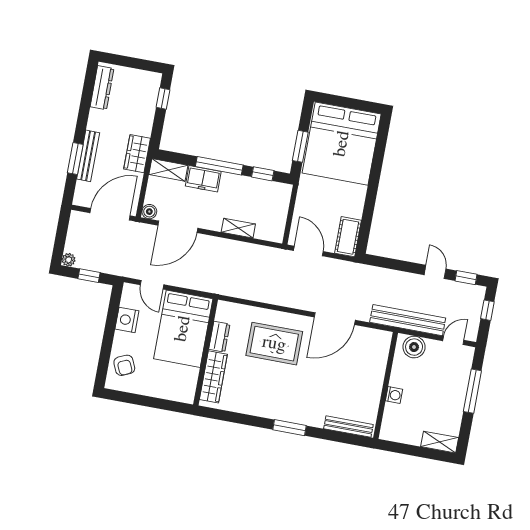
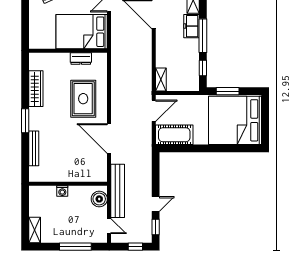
shelving: (238, 228) -> (161, 79), moved
cot: (348, 237) -> (174, 135), width x1.37, depth x1.34
wardrobe: (213, 377) -> (36, 89), moved, turned -90
bench: (348, 427) -> (34, 148), moved

